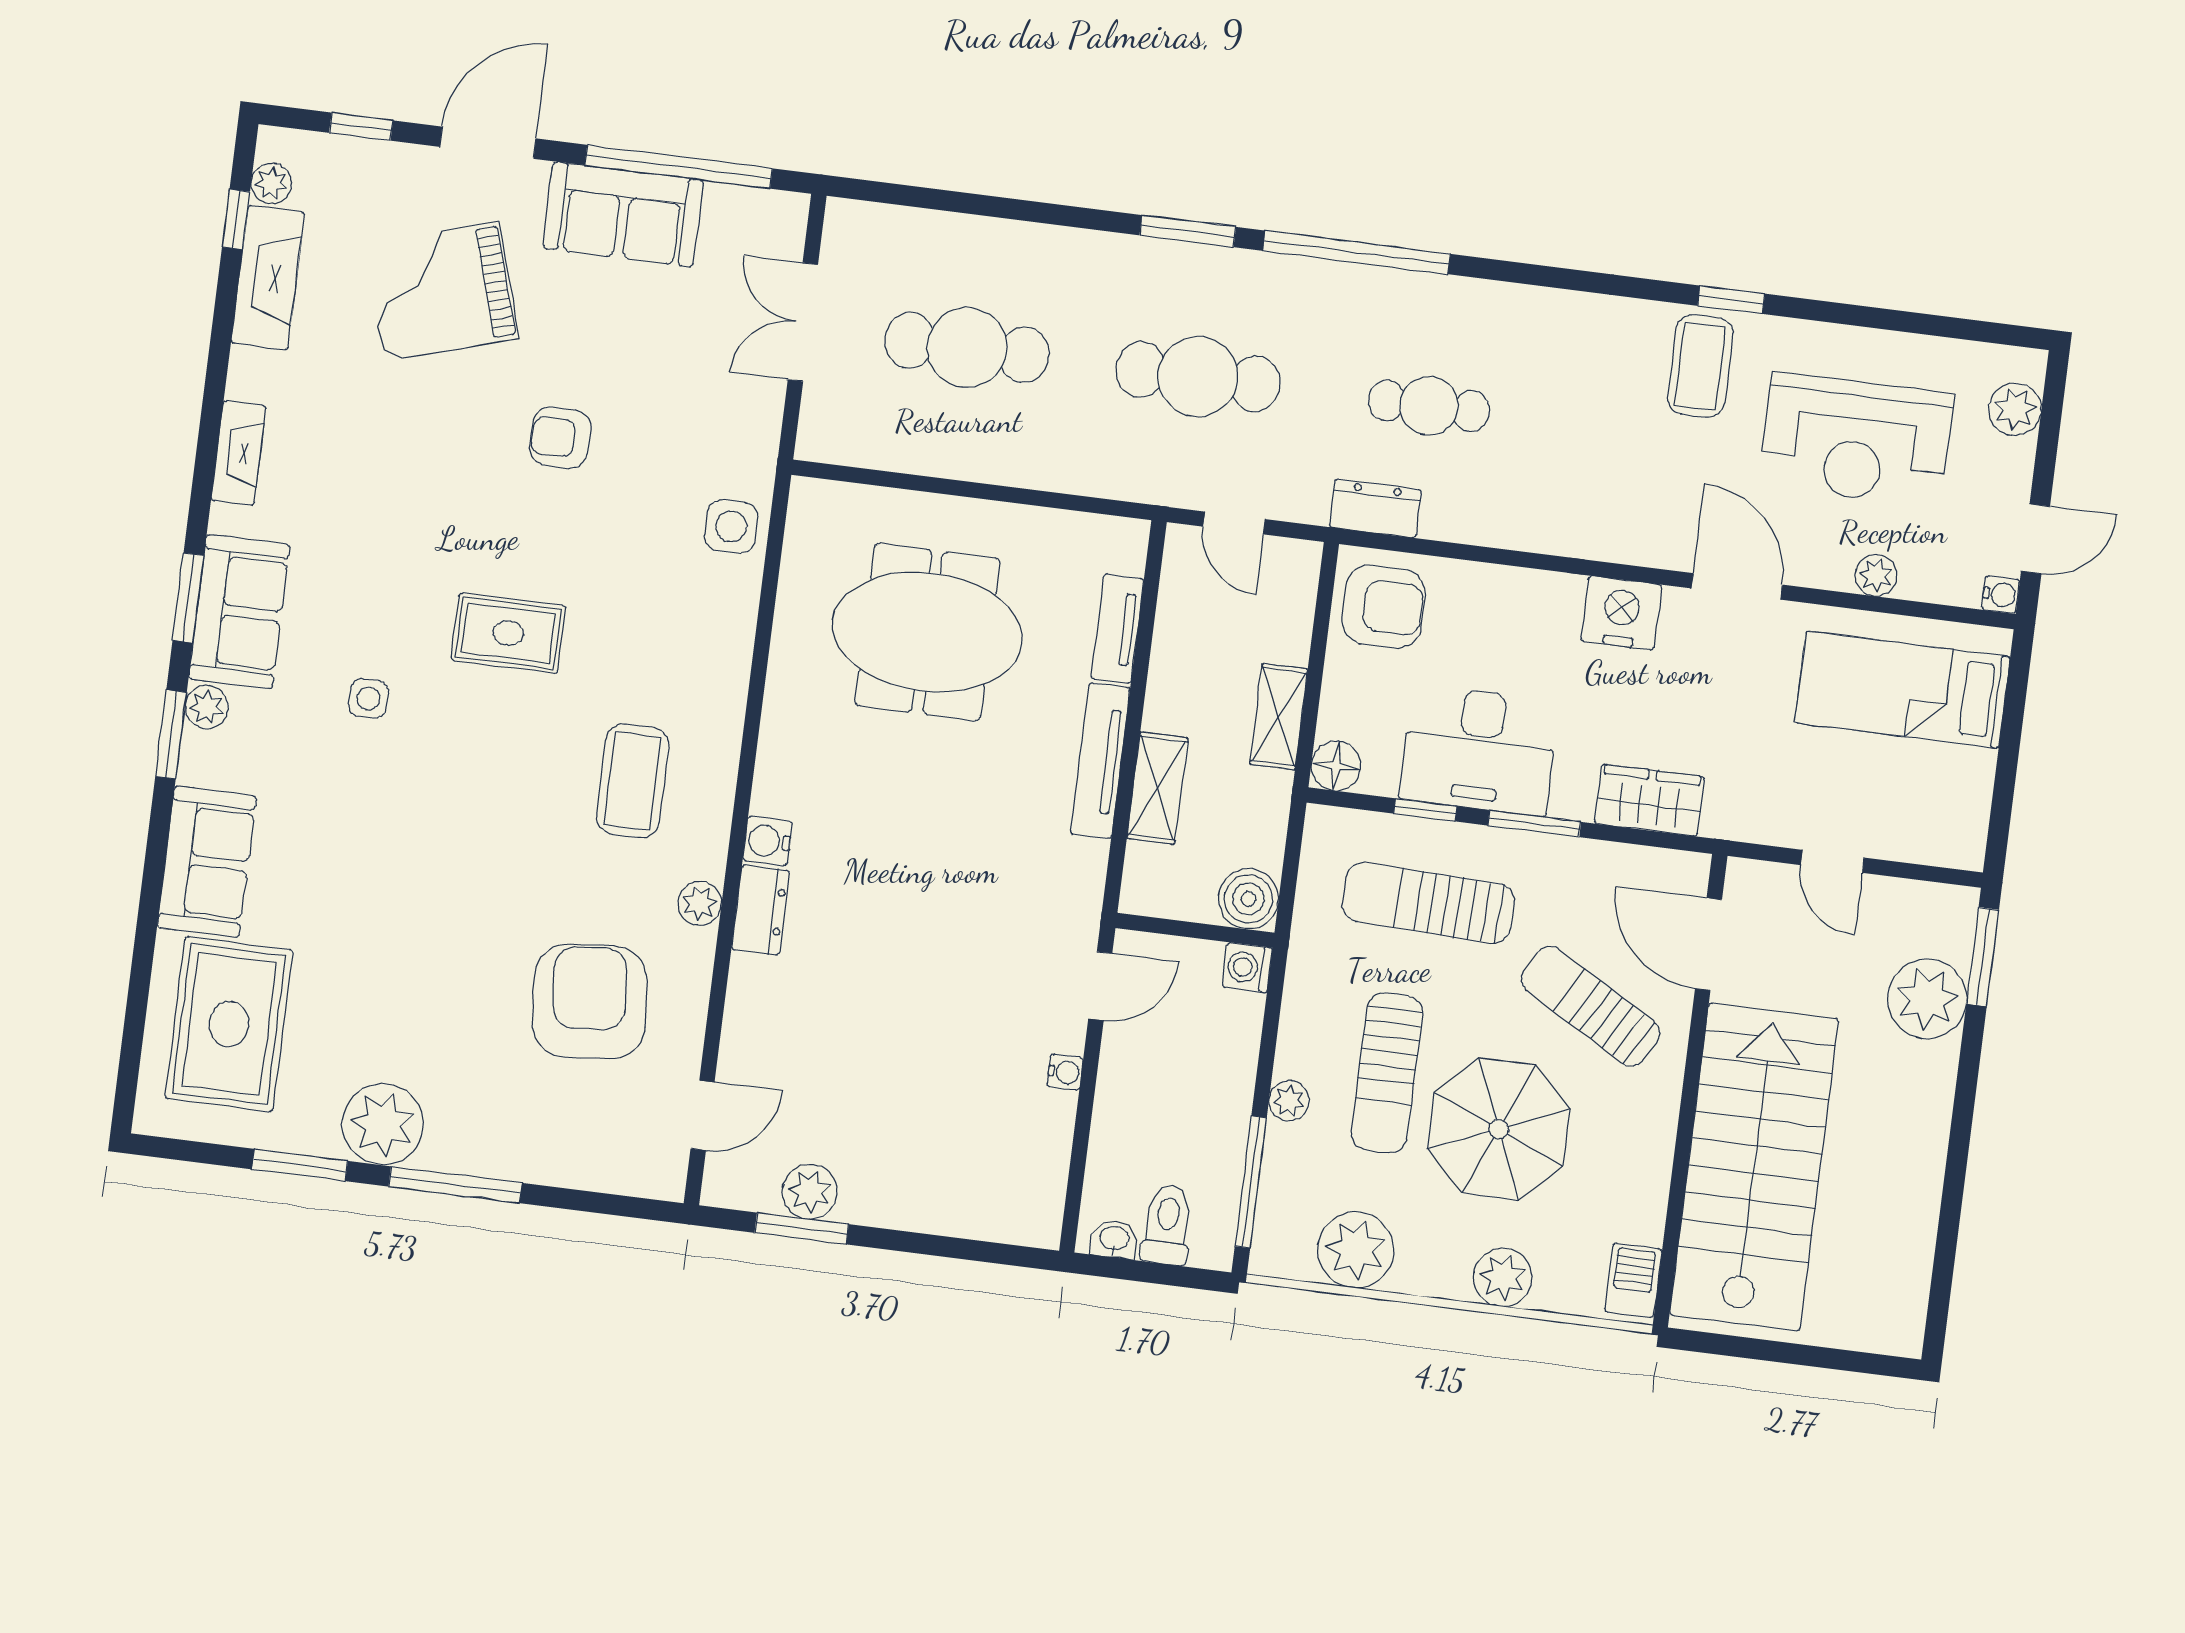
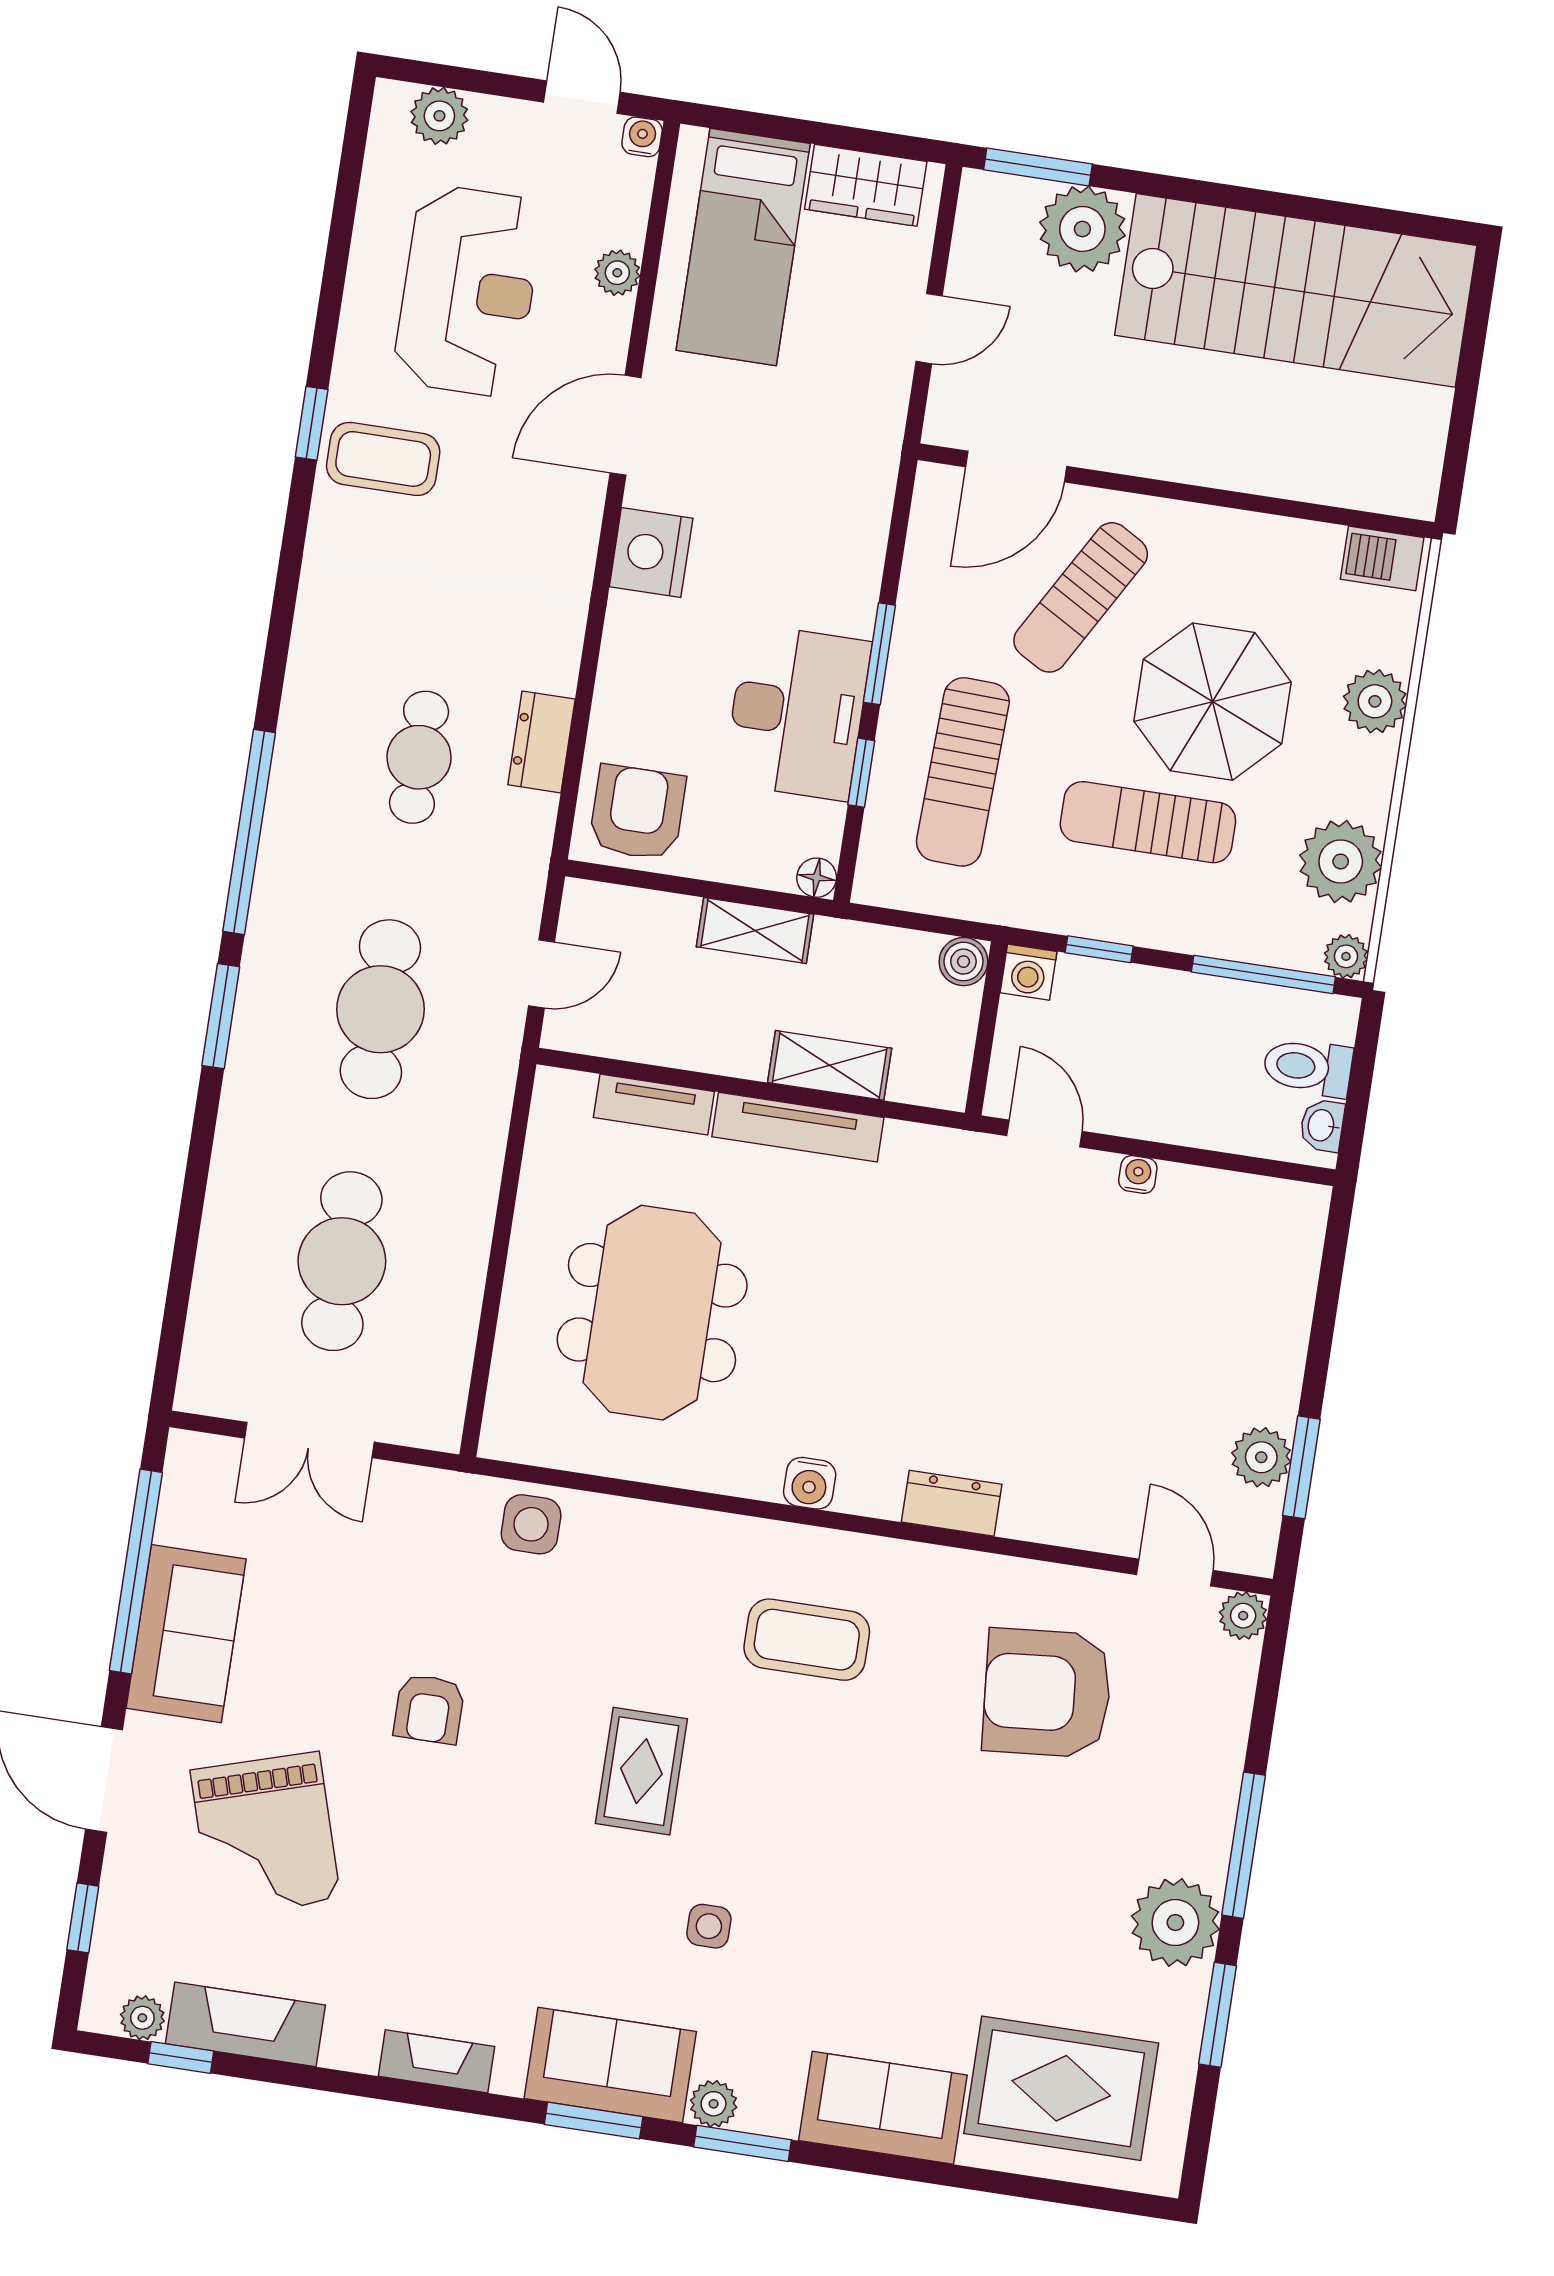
dresser: (1375, 508) -> (542, 742), moved
floor lamp: (1336, 766) -> (817, 878), width x0.73, depth x0.73
wardrobe: (1649, 800) -> (866, 185), moved, turned -90
water cooler: (768, 841) -> (810, 1483), moved
boiler: (1248, 899) -> (963, 962), width x0.73, depth x0.73
plant: (700, 903) -> (1243, 1616), moved
window: (1270, 1031) -> (1099, 949), added
sun lounger: (1387, 1073) -> (1148, 822), turned 180
plant: (1289, 1101) -> (1346, 956), moved
stairs: (1754, 1167) -> (1296, 290), moved, turned 180

